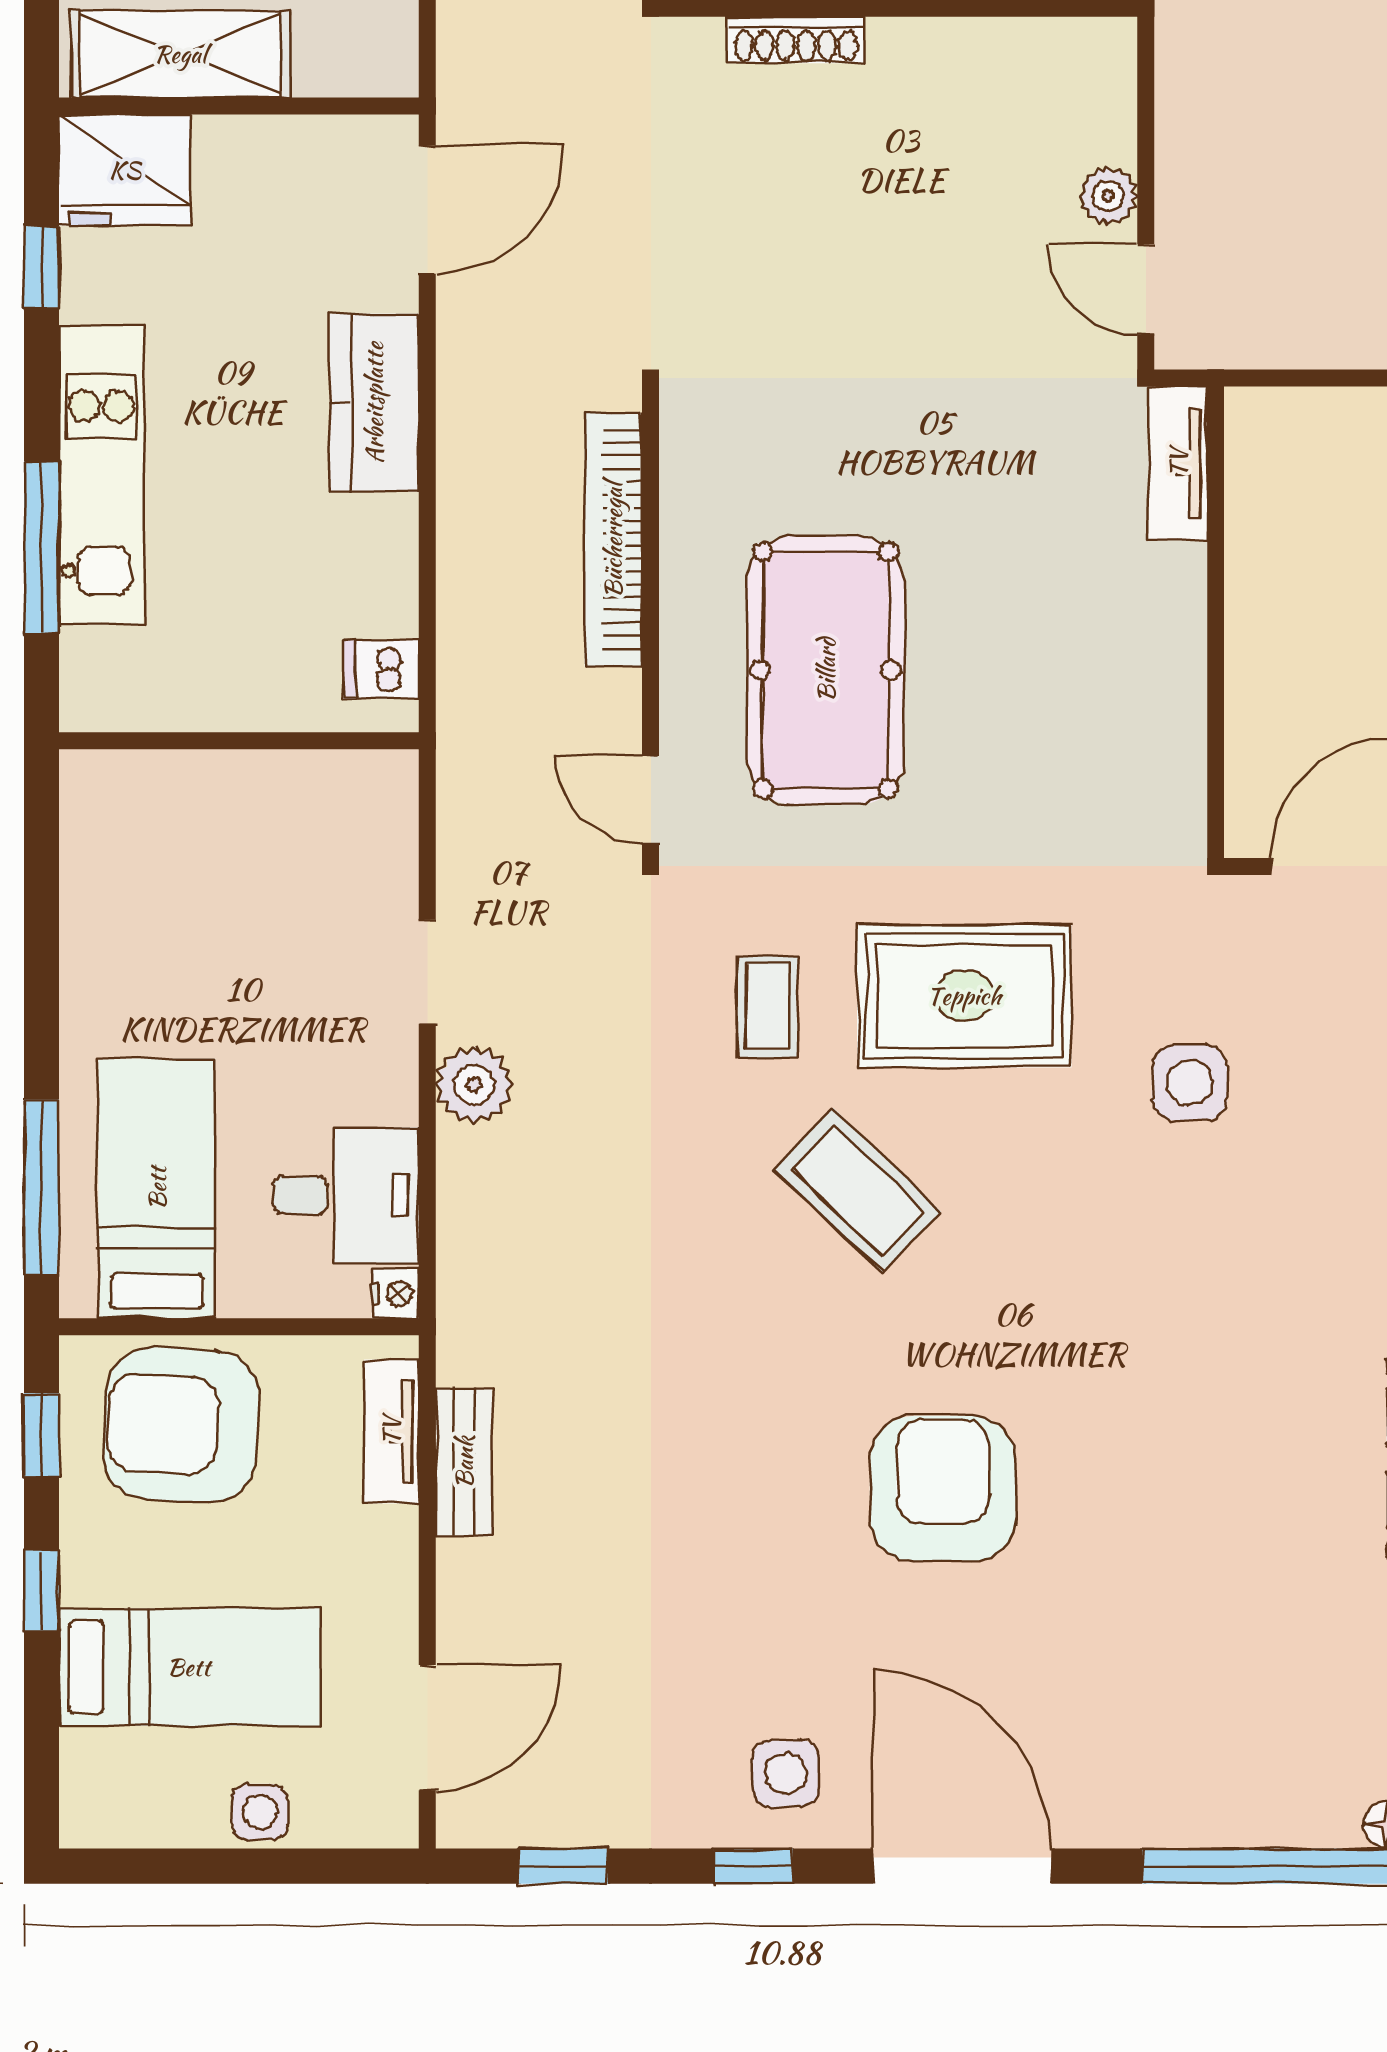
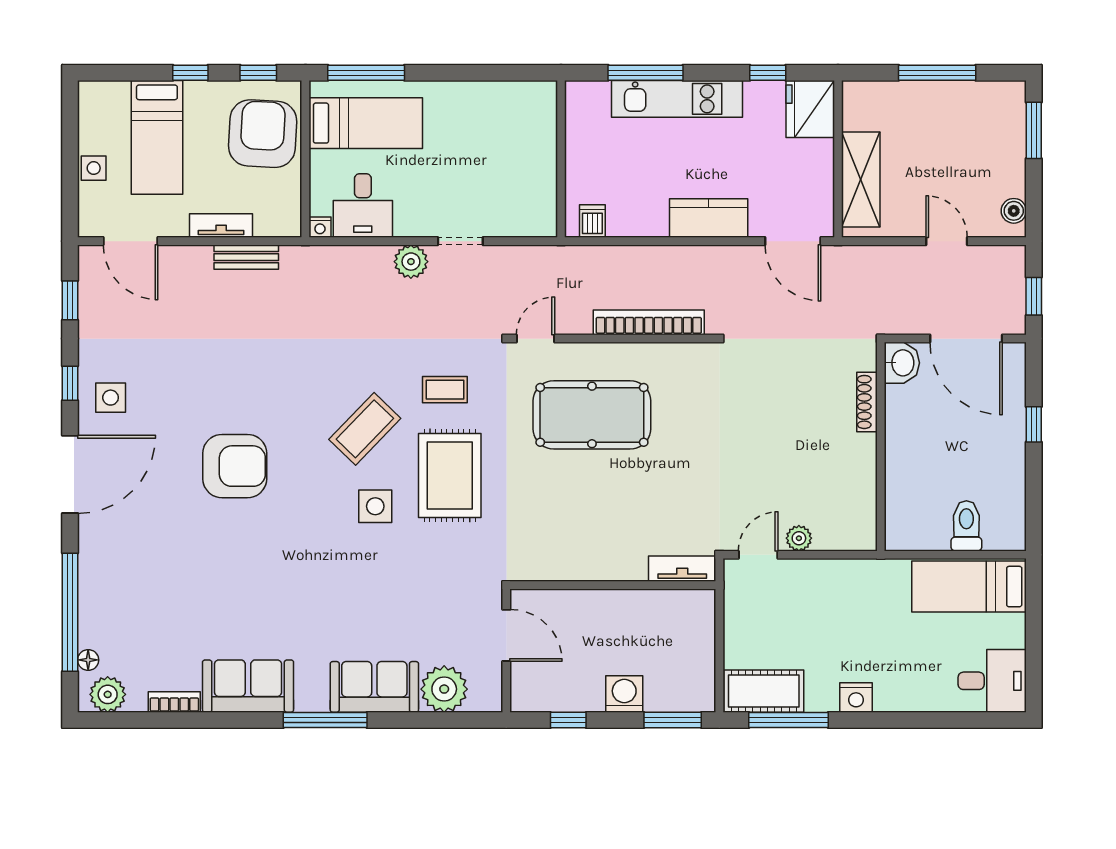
shelving: (180, 54) -> (861, 180), moved
side table: (1190, 1083) -> (375, 506), moved
tv unit: (391, 1431) -> (221, 226), moved

